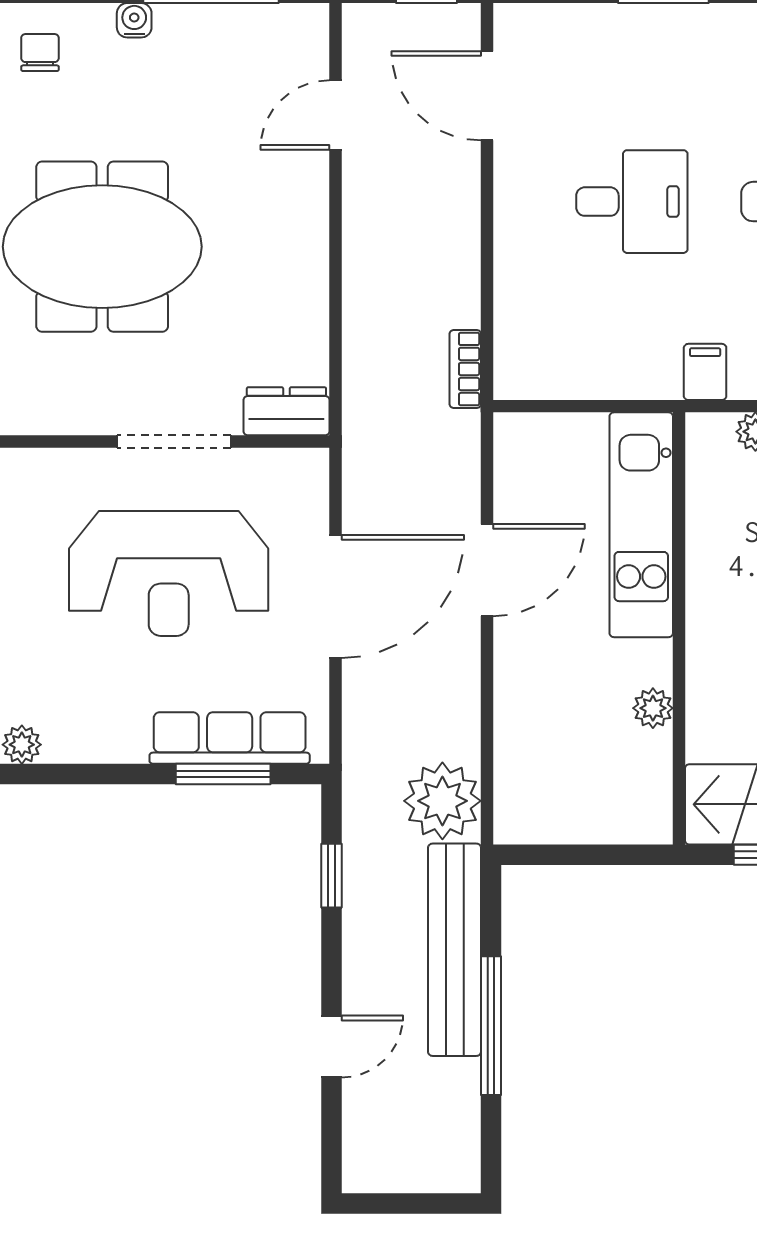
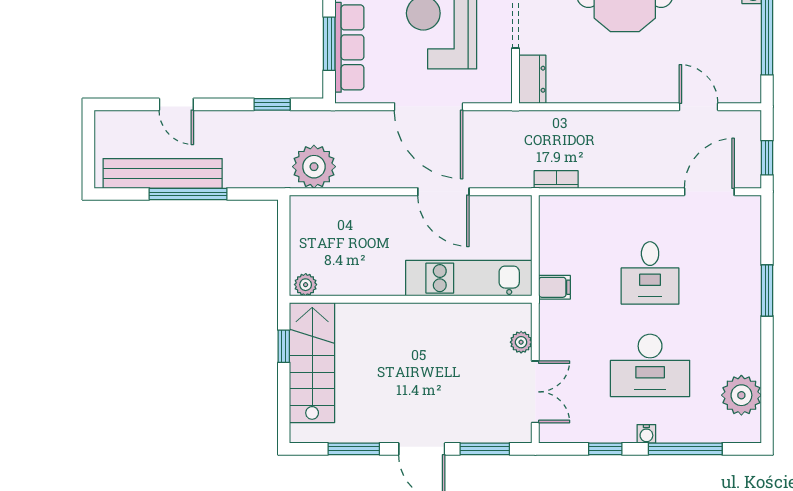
filing cabinet: (705, 372) -> (555, 287), moved
plant: (653, 708) -> (306, 285), moved
bench: (455, 950) -> (163, 173), moved

